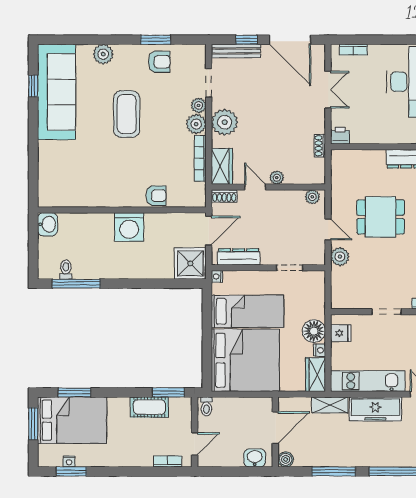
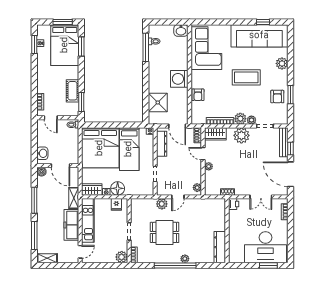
door: (290, 40) -> (290, 174), hinge flipped
corner sofa: (78, 181) -> (206, 48), added
door: (255, 187) -> (203, 154), swing flipped
dining table: (381, 217) -> (165, 232), moved, turned 90
shower: (190, 263) -> (158, 102), moved

